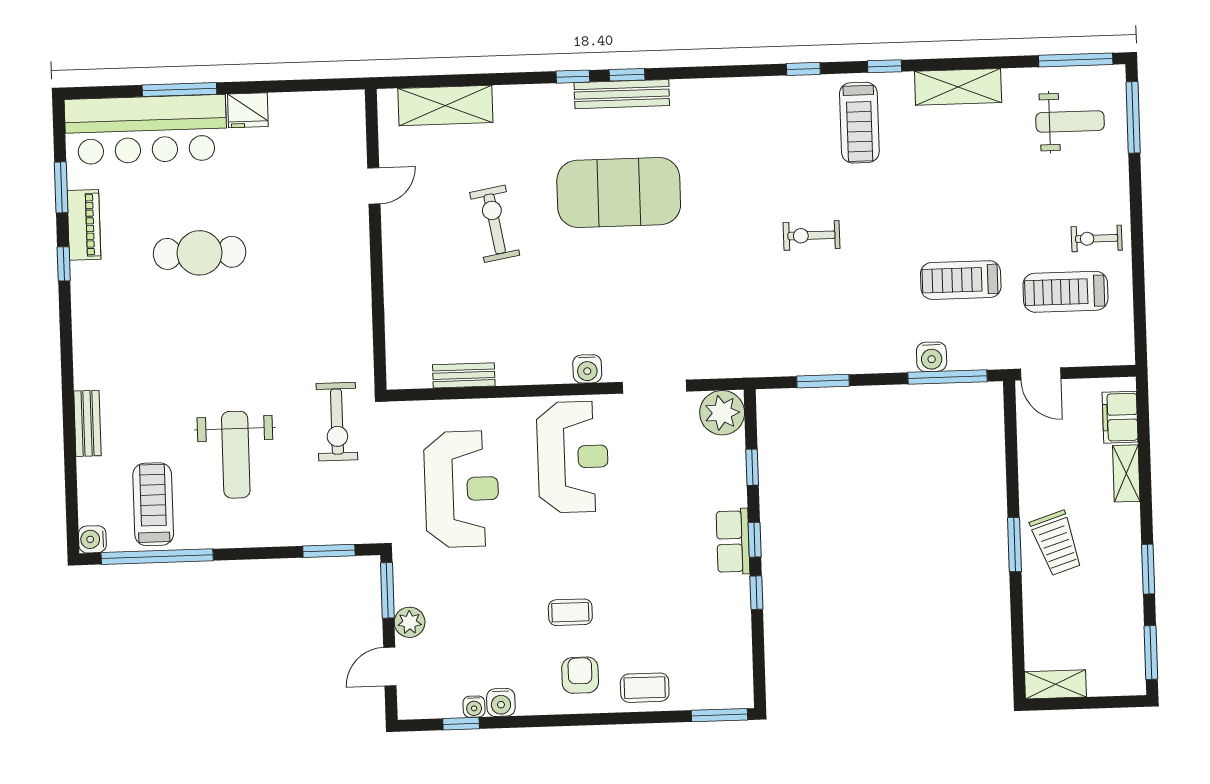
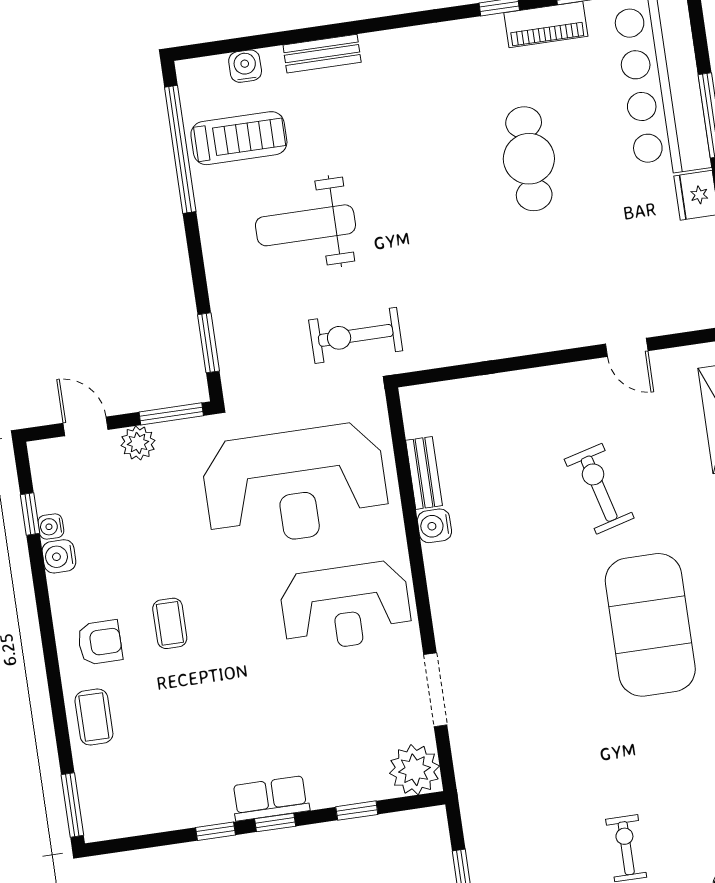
exercise bike: (495, 224) -> (599, 489), turned -95
water cooler: (587, 369) -> (434, 526), moved
reception desk: (462, 489) -> (295, 485), width x1.36, depth x1.30
water cooler: (92, 539) -> (245, 66), moved

